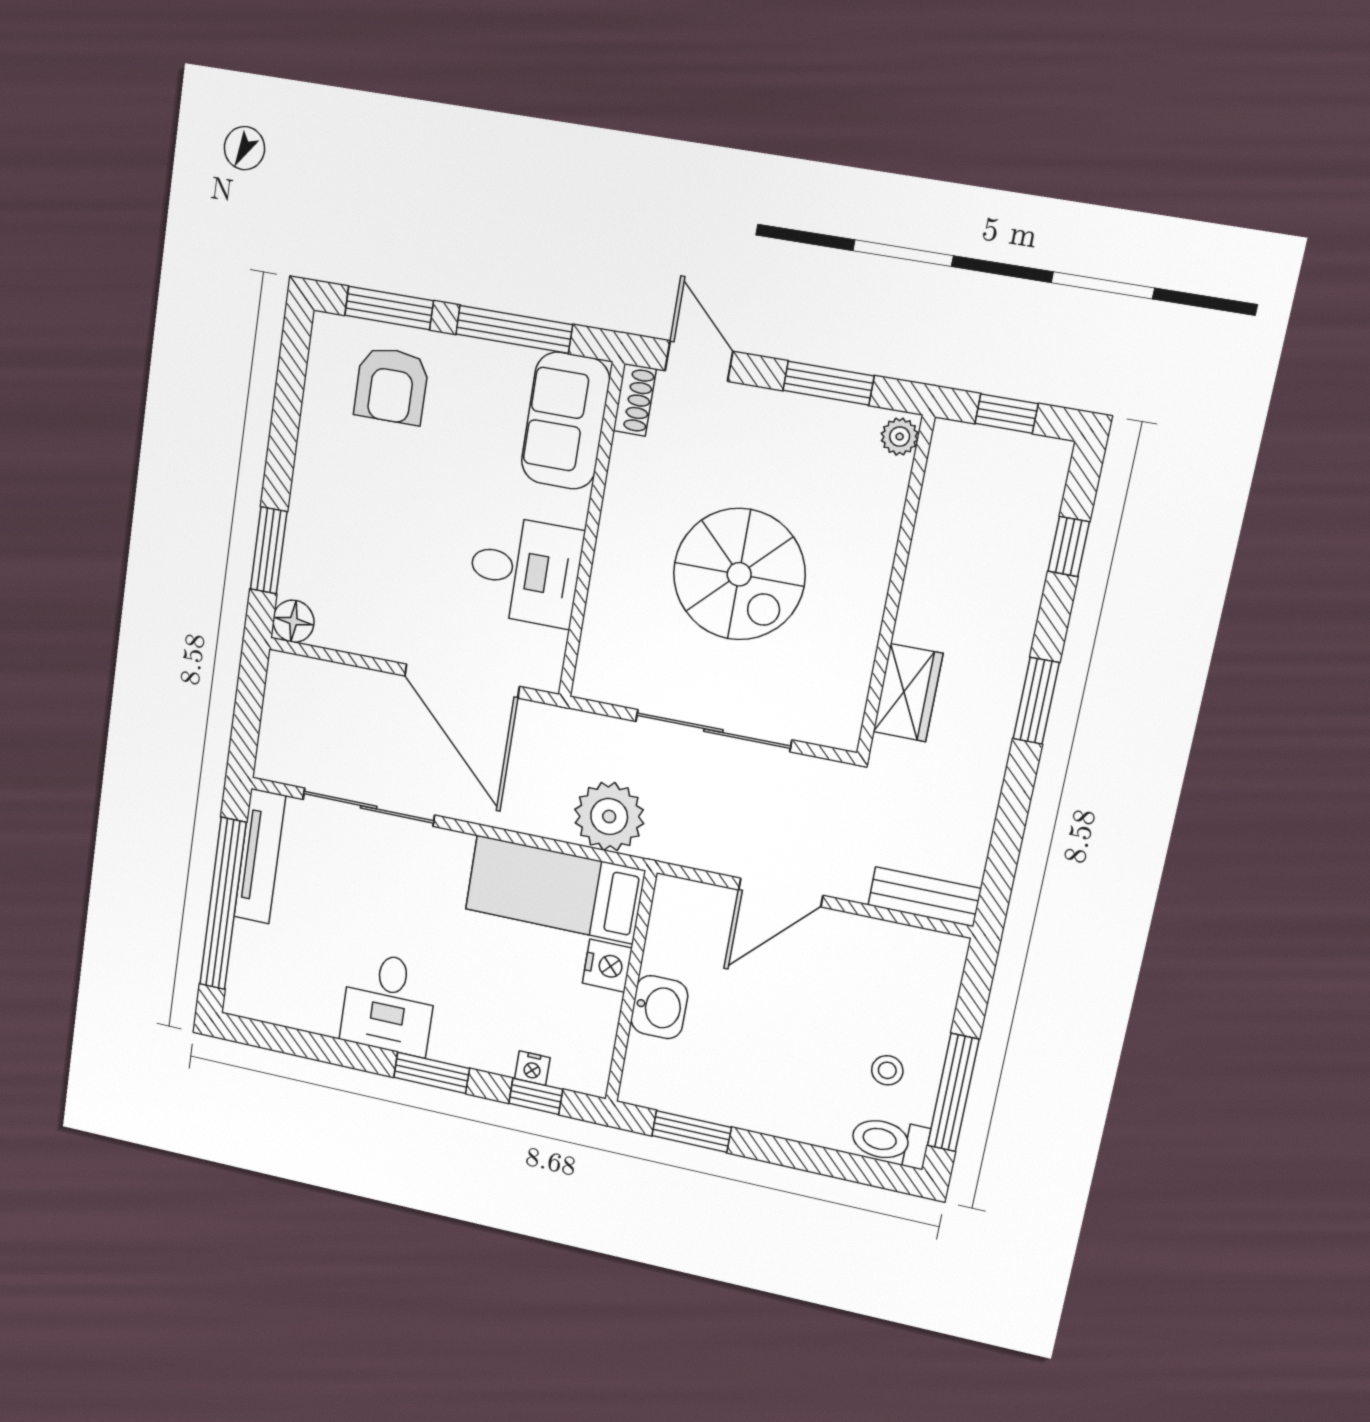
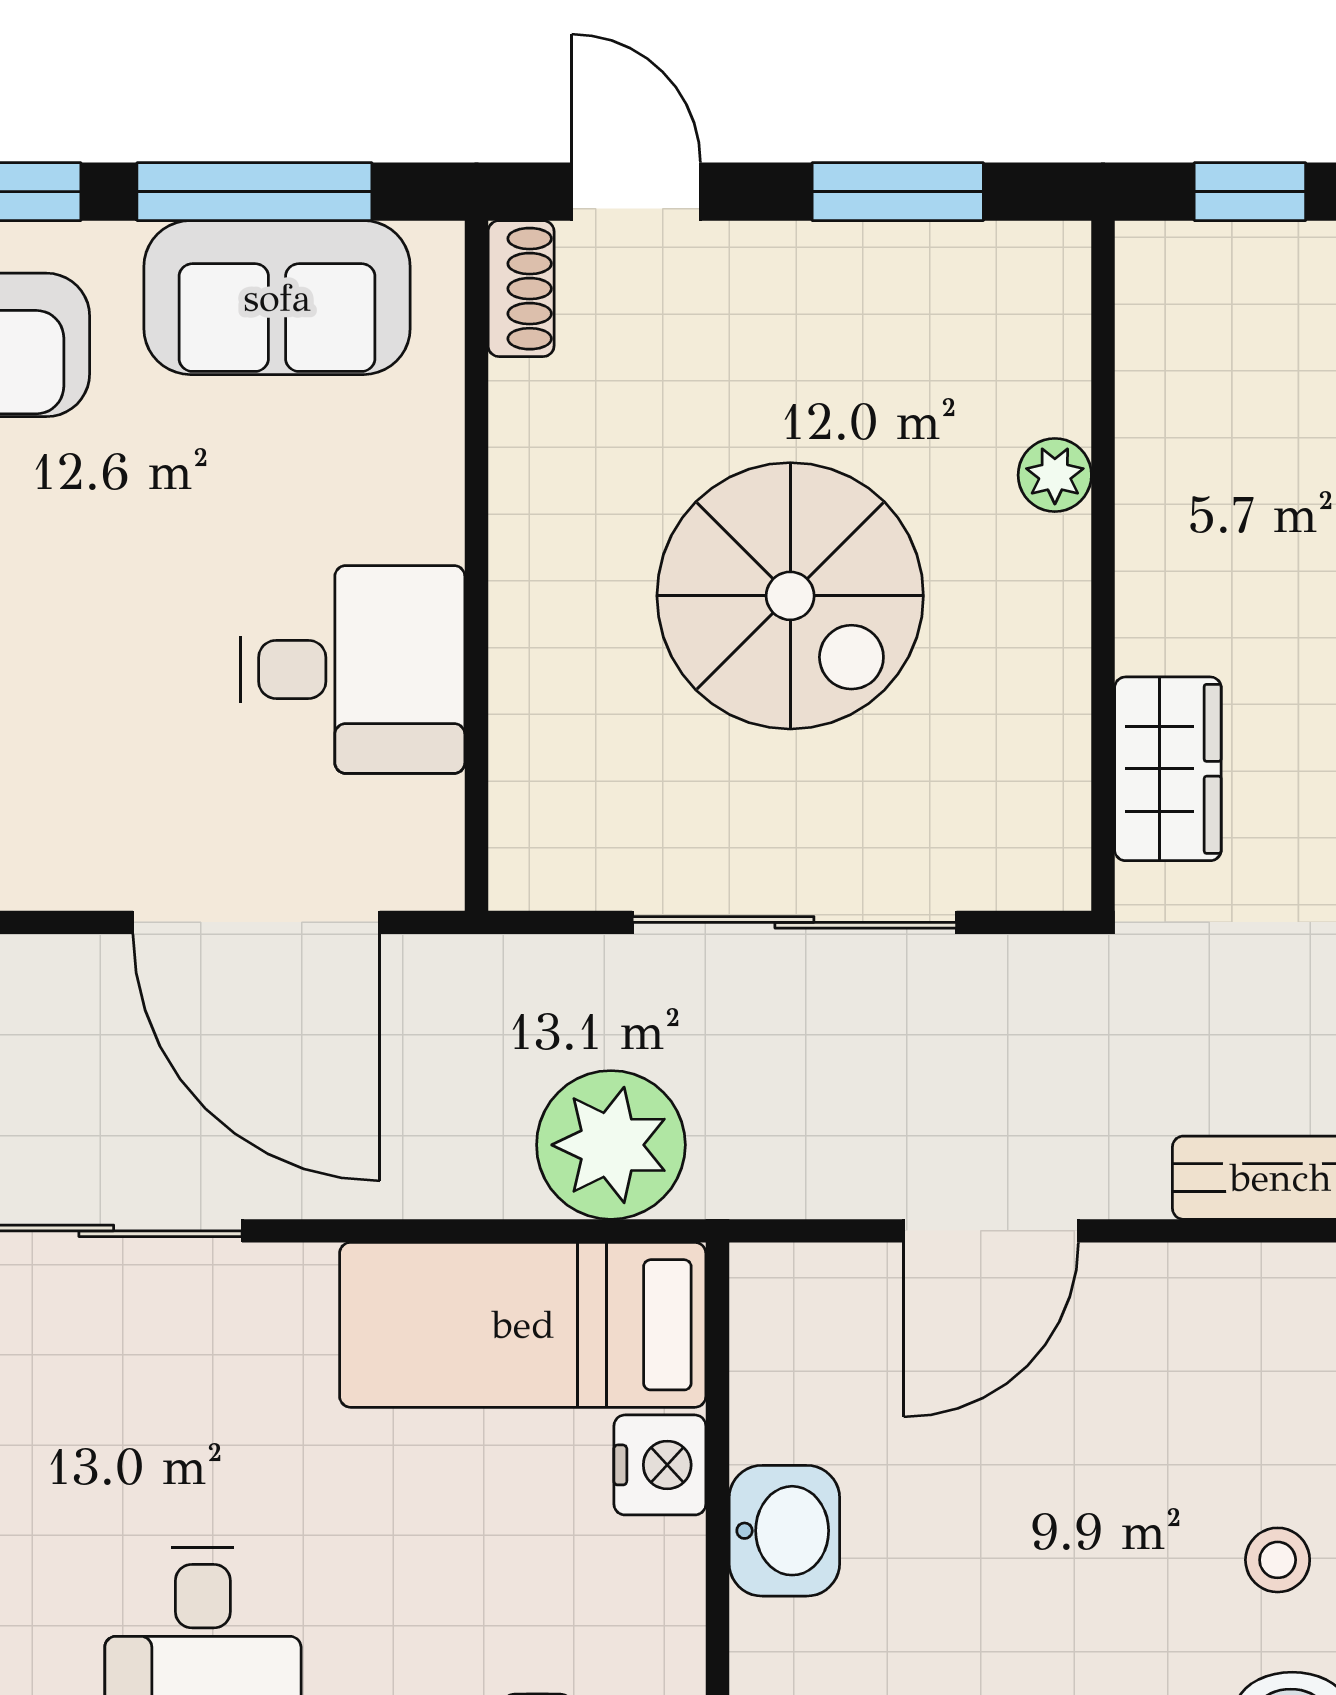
sofa: (565, 421) -> (277, 298), moved, turned -90
plant: (900, 437) -> (1055, 475), moved

